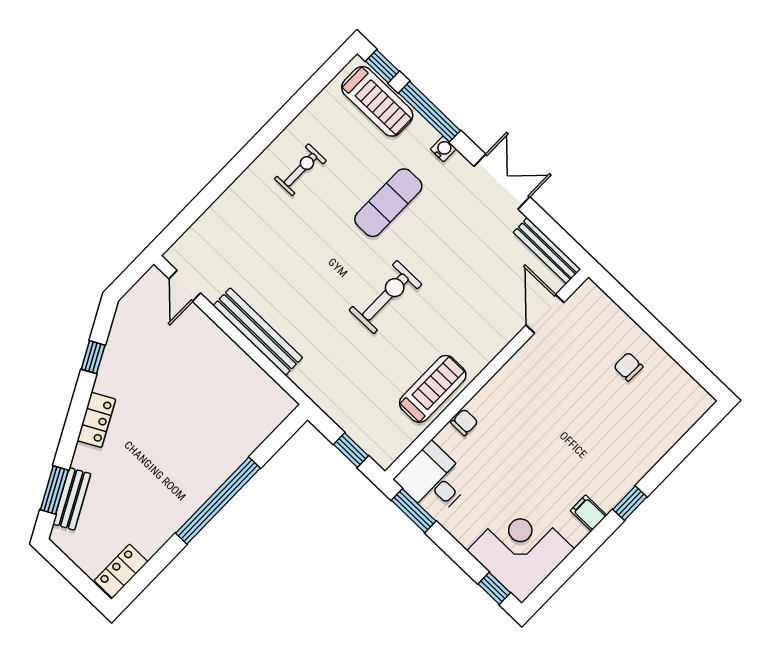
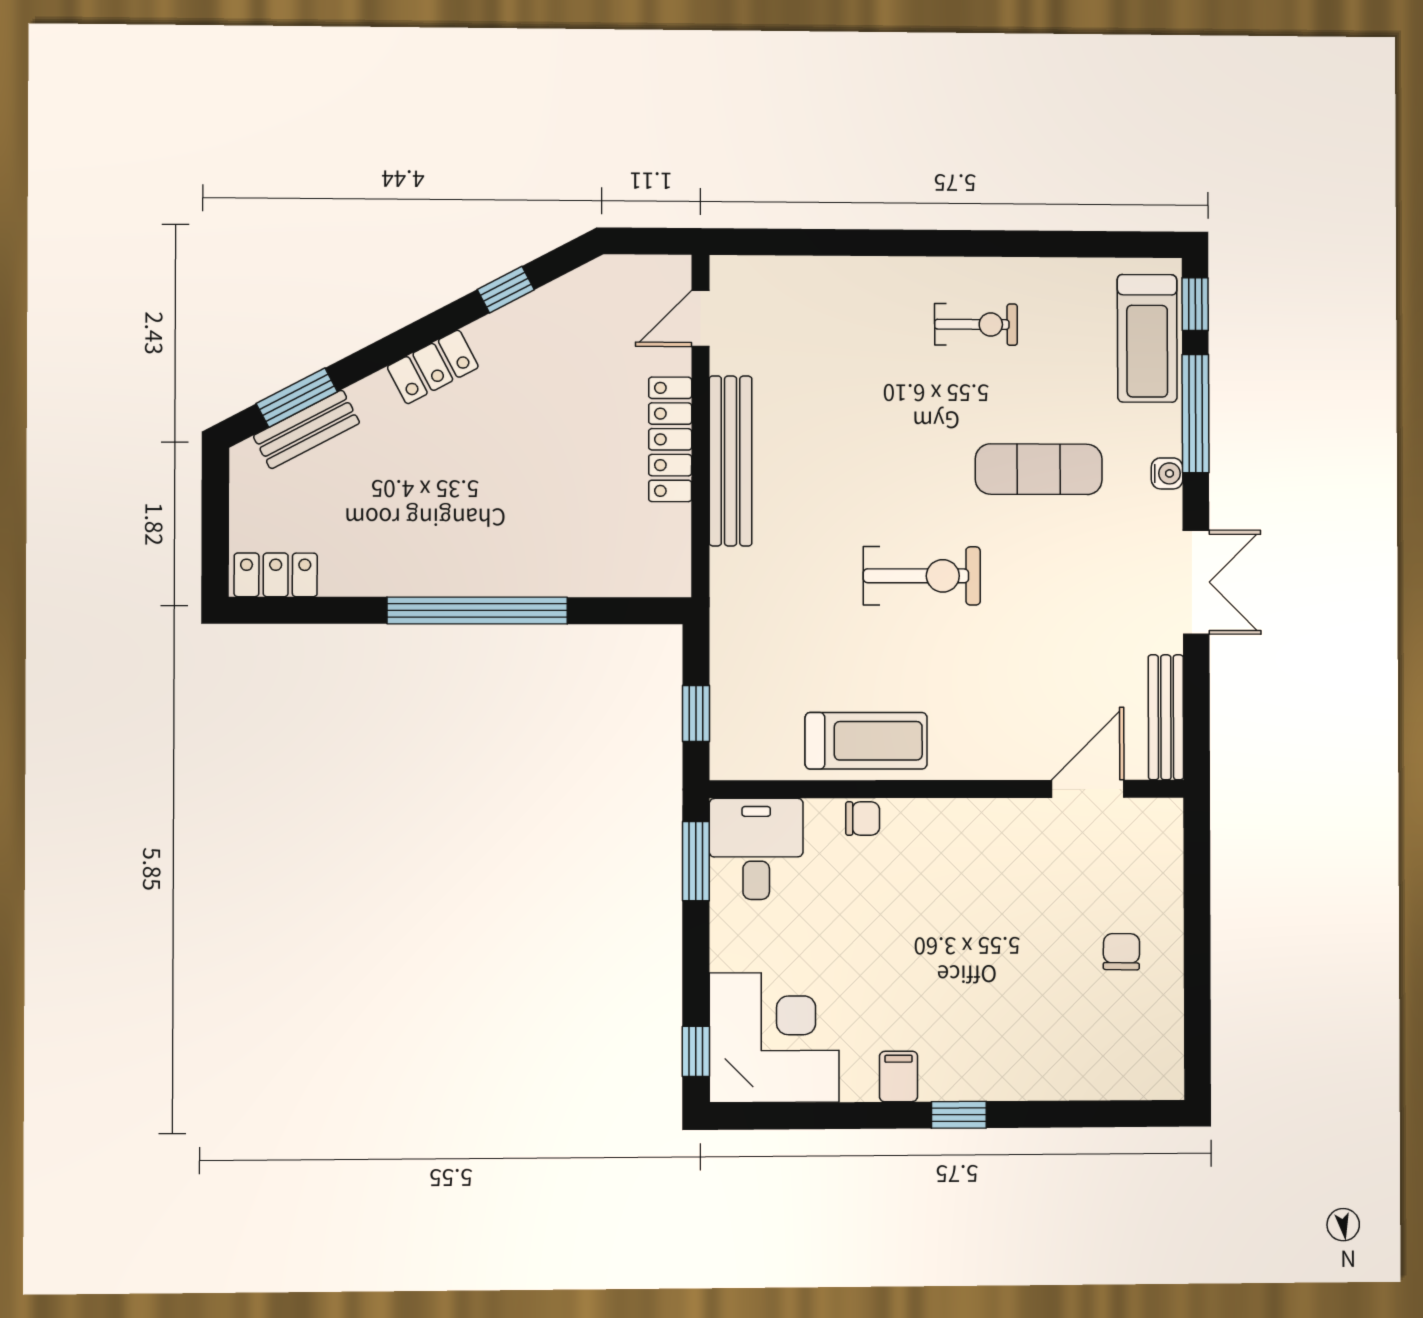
locker: (224, 349) -> (670, 439), added

